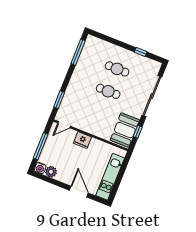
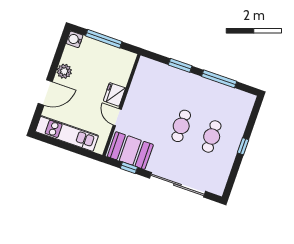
window: (78, 52) -> (219, 79), moved
window: (141, 52) -> (243, 146), moved
window: (59, 100) -> (180, 65), moved
door: (64, 125) -> (117, 117), moved
plant: (51, 172) -> (64, 71), moved

